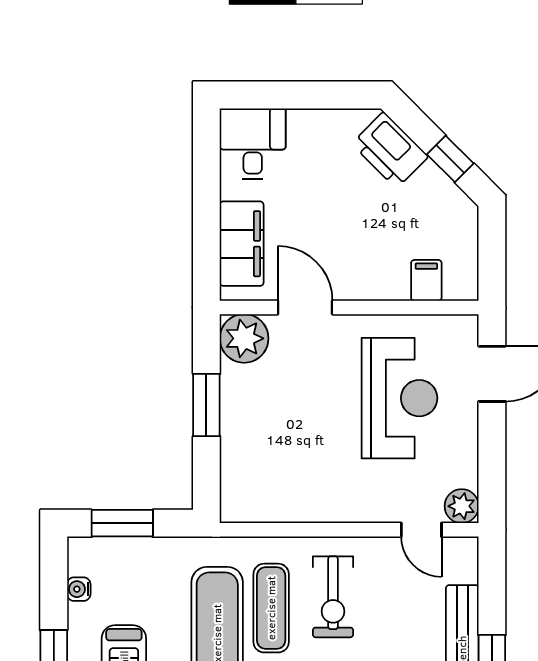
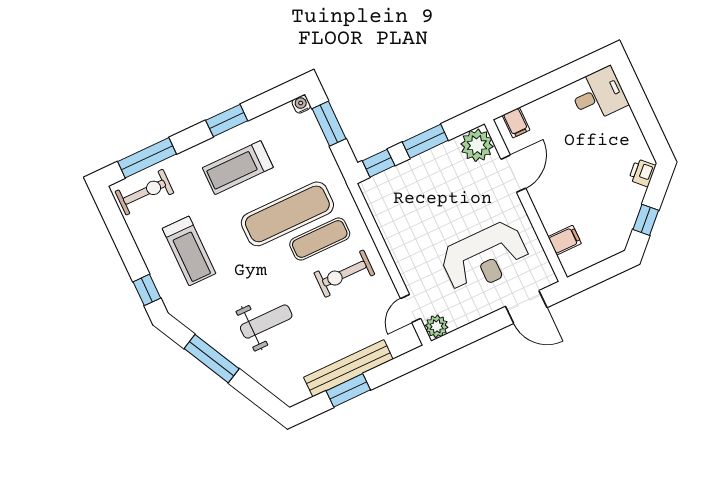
printer: (390, 150) -> (642, 173), width x0.53, depth x0.68
filing cabinet: (242, 244) -> (516, 123), width x0.33, depth x0.86
window: (206, 482) -> (379, 163), added
water cooler: (79, 589) -> (301, 104), moved

